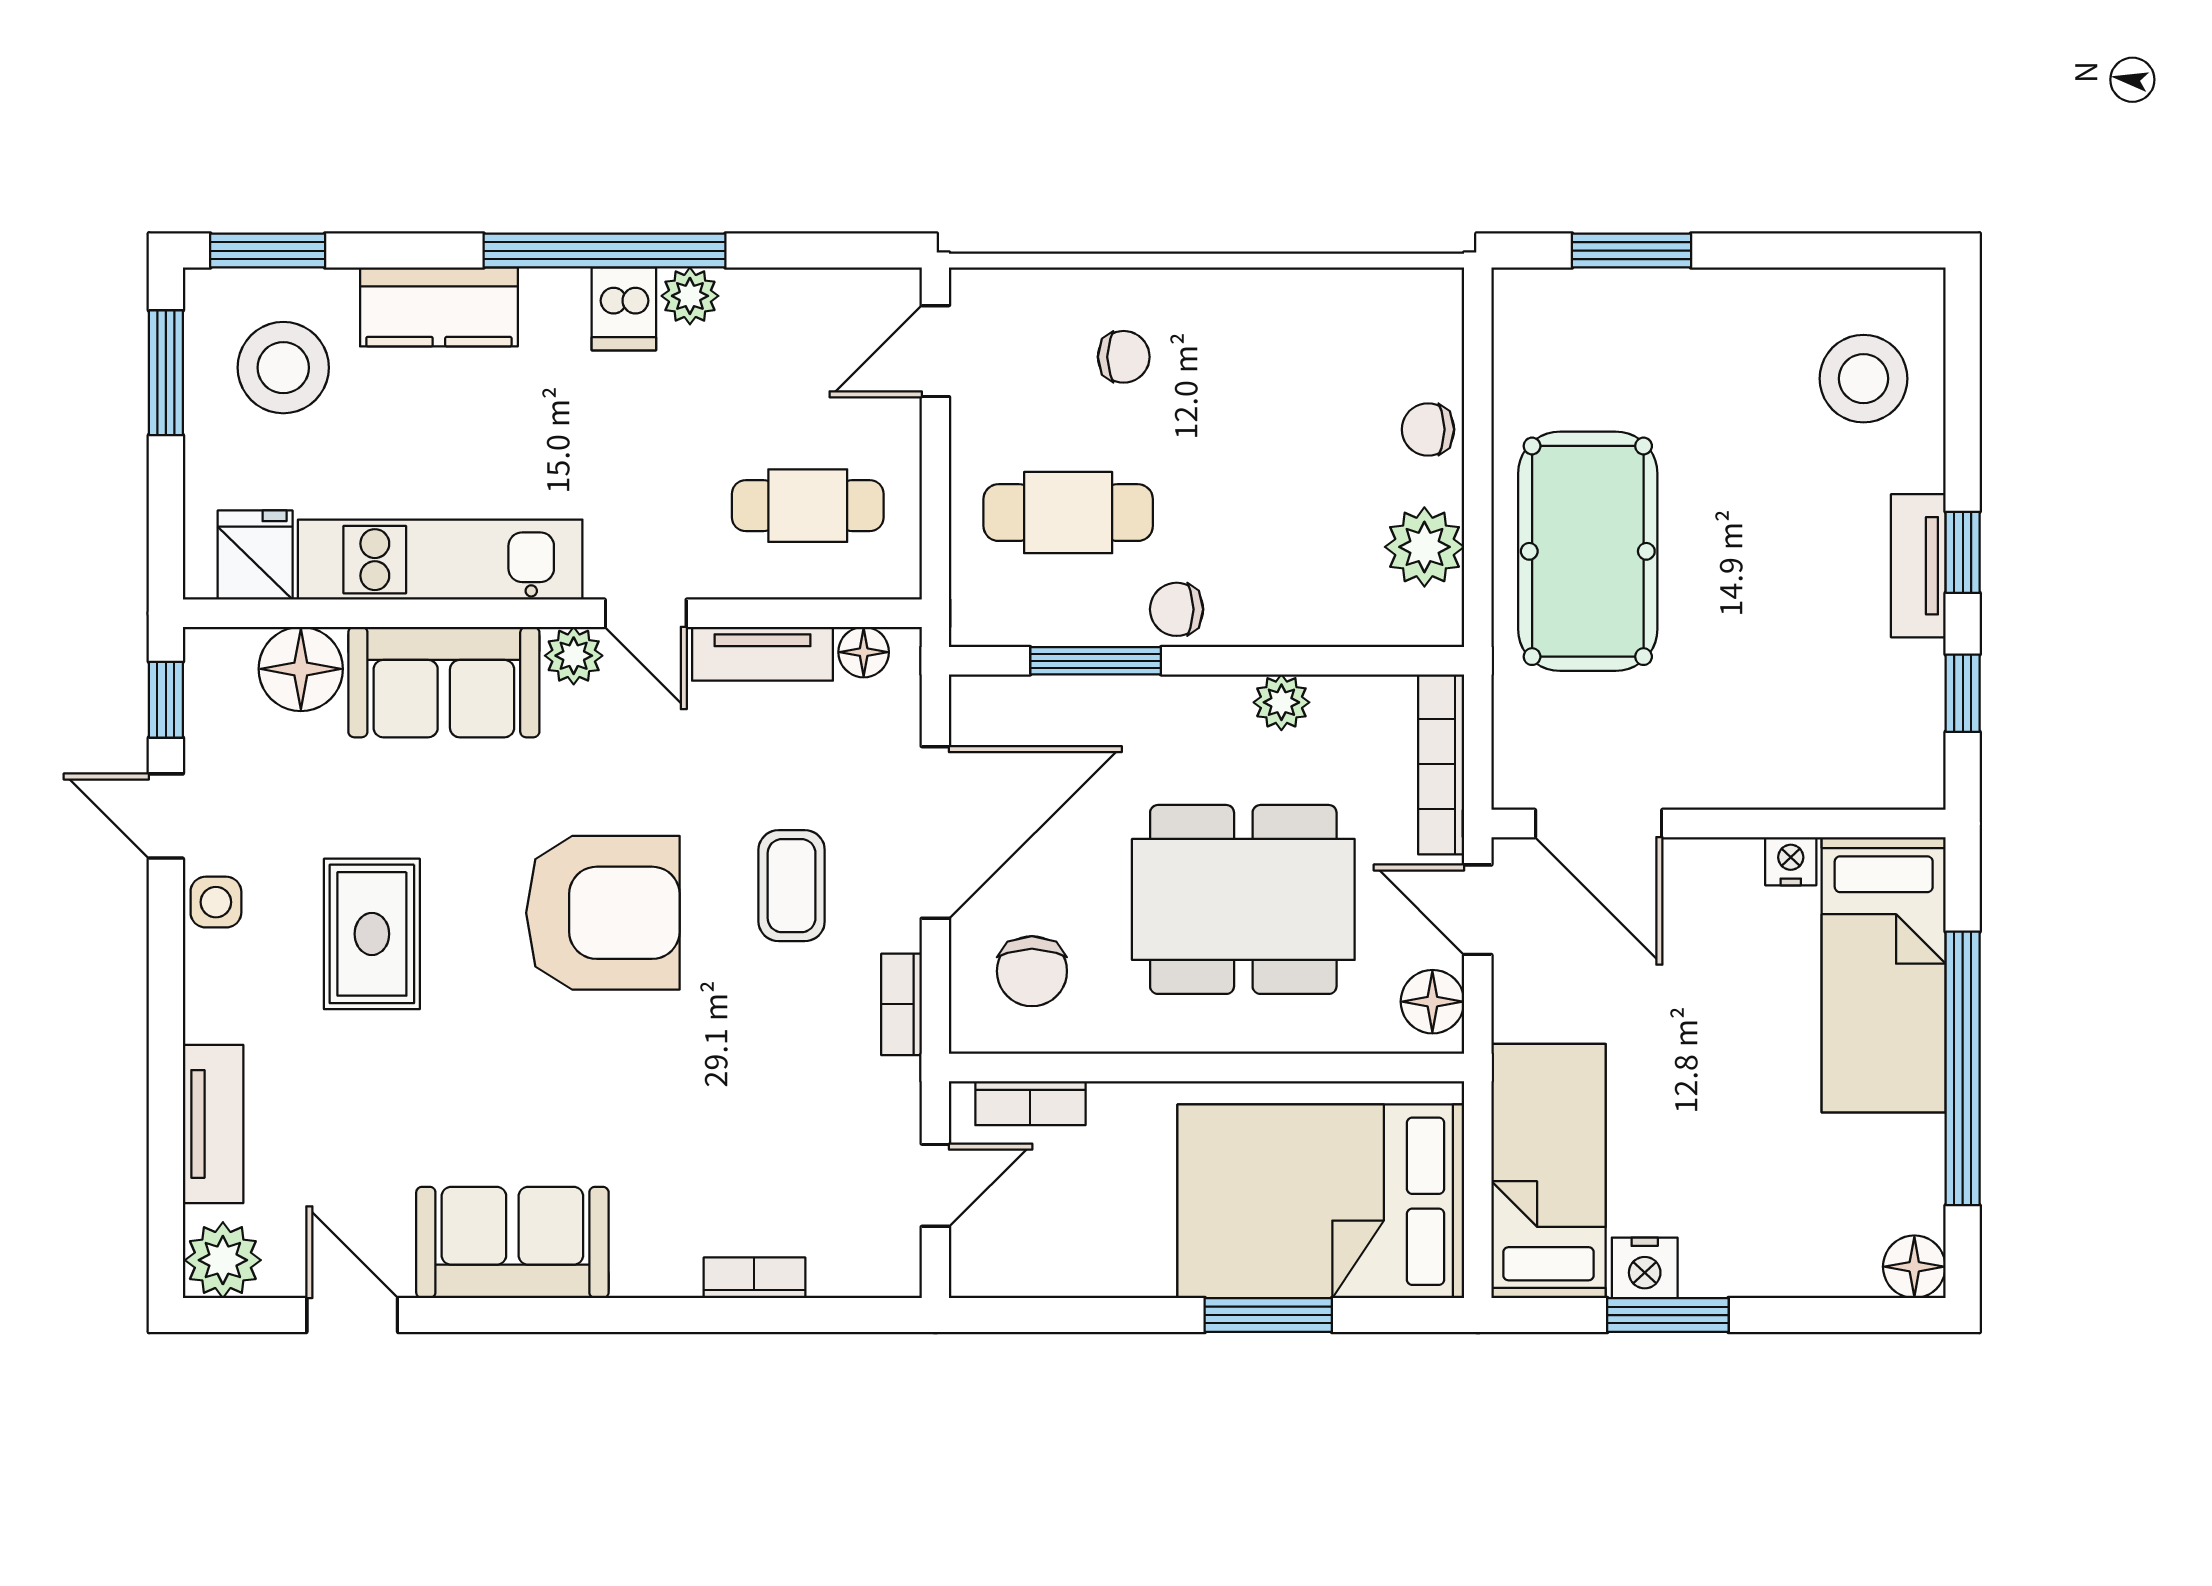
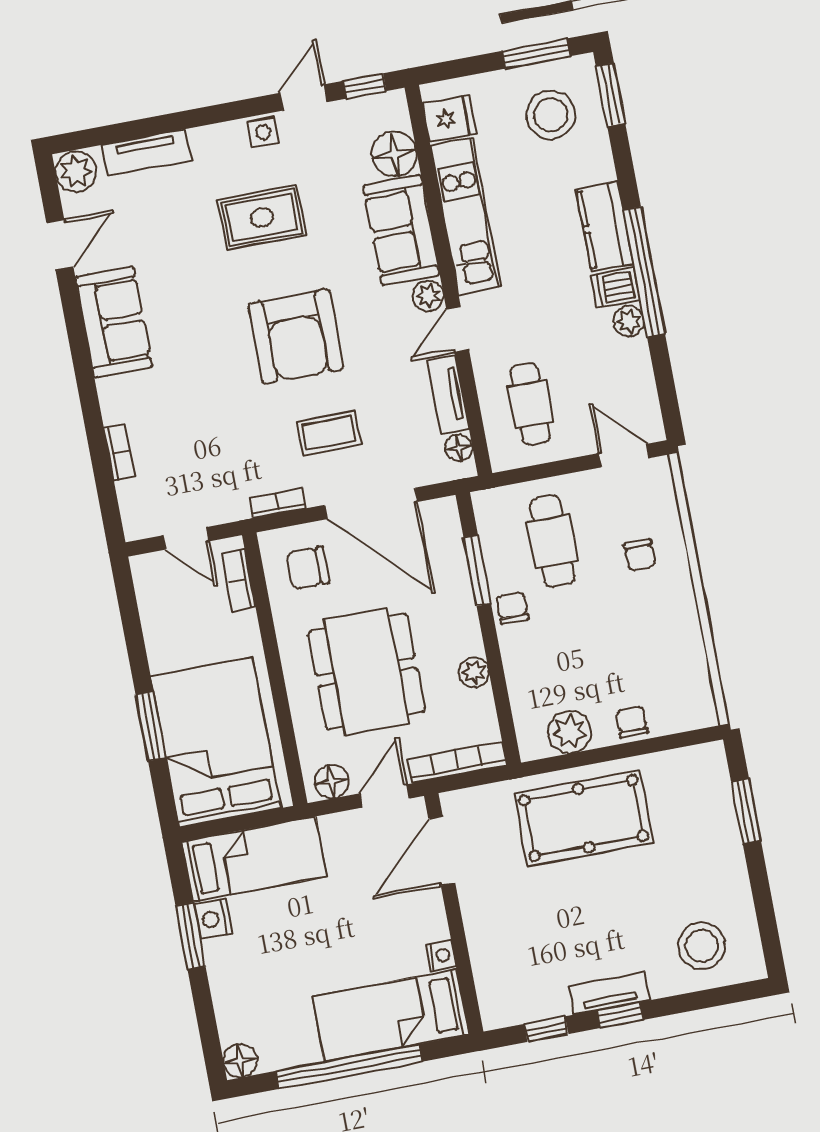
kitchen counter: (439, 307) -> (605, 226), moved

